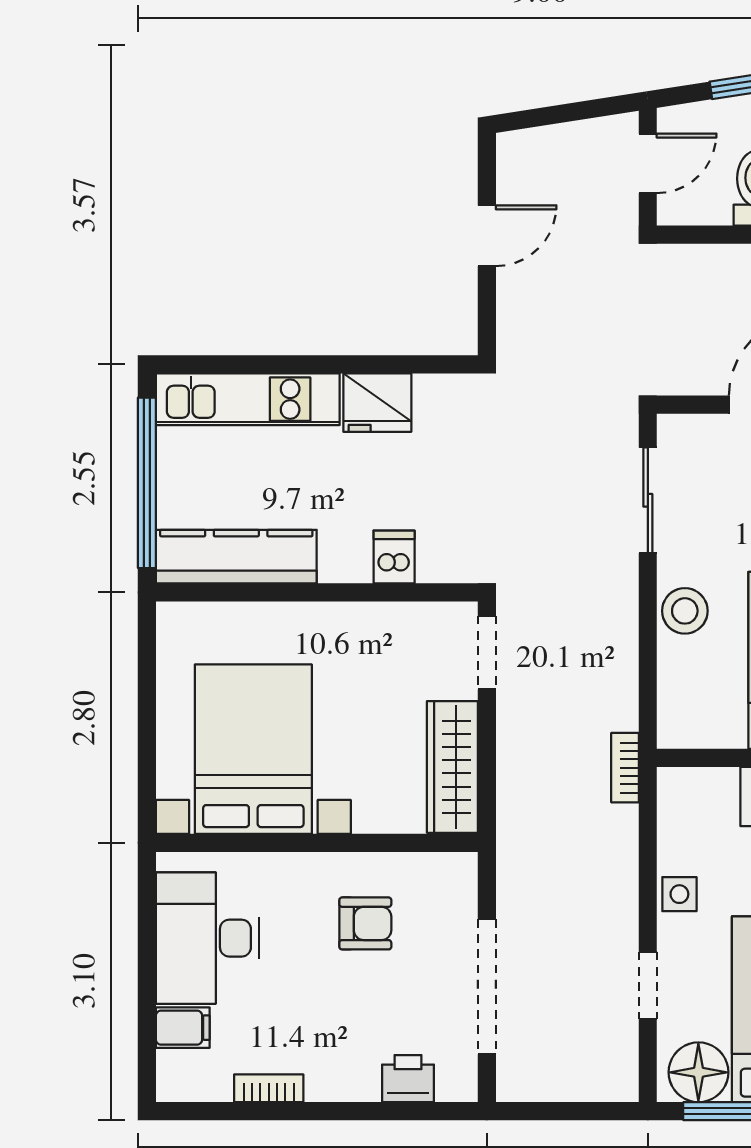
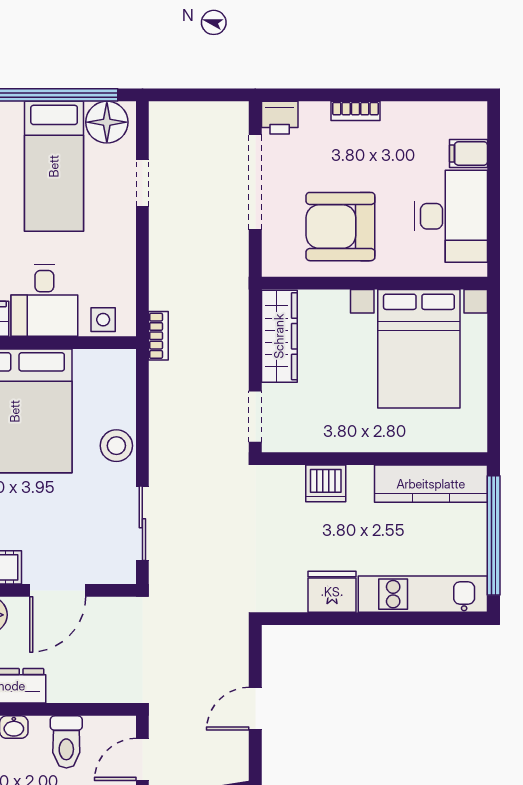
dishwasher: (394, 557) -> (326, 483), width x1.38
side table: (679, 894) -> (103, 320), moved
armchair: (365, 923) -> (340, 227), width x1.88, depth x1.88
printer: (408, 1079) -> (280, 118), moved
bookcase: (269, 1088) -> (355, 111), moved

